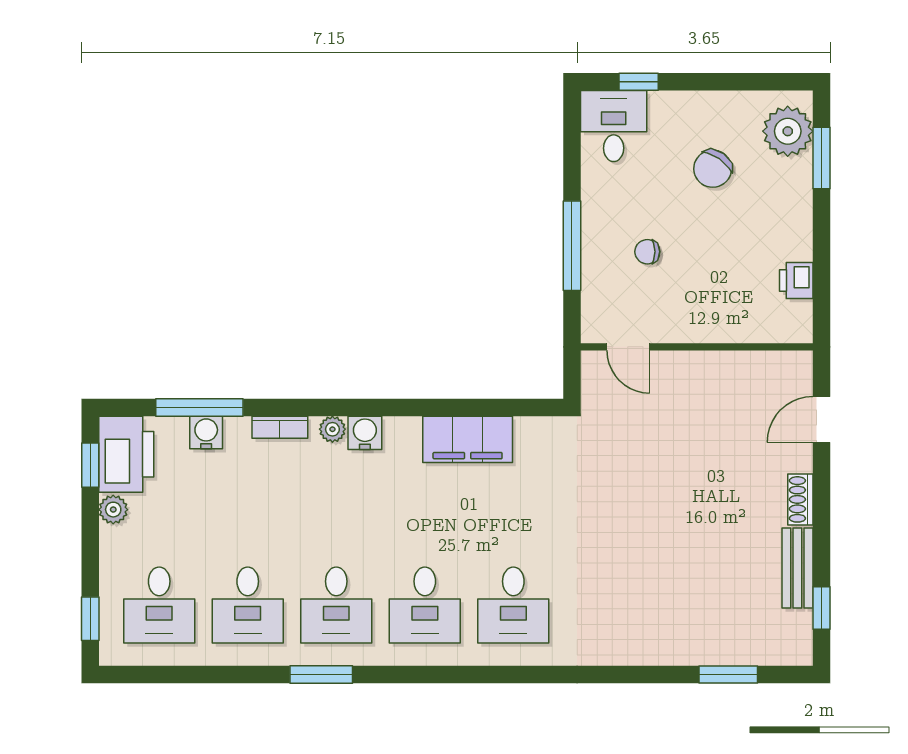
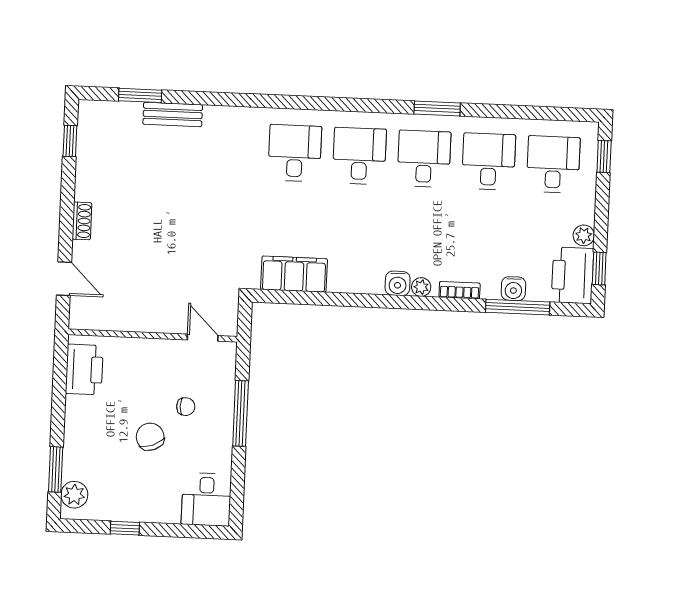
window: (639, 82) -> (125, 528), moved
plant: (788, 131) -> (74, 495), width x0.73, depth x0.73
chair: (713, 169) -> (150, 437), moved, turned -56
printer: (796, 281) -> (84, 369), width x1.87, depth x1.48
door: (821, 419) -> (64, 279), hinge flipped
filing cabinet: (468, 439) -> (294, 274), moved
bench: (797, 568) -> (173, 114), moved, turned 90

